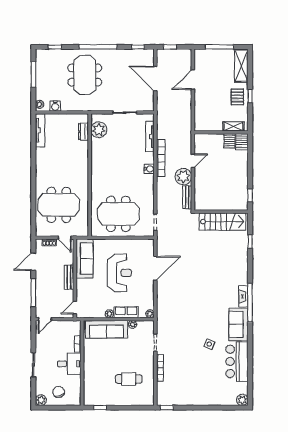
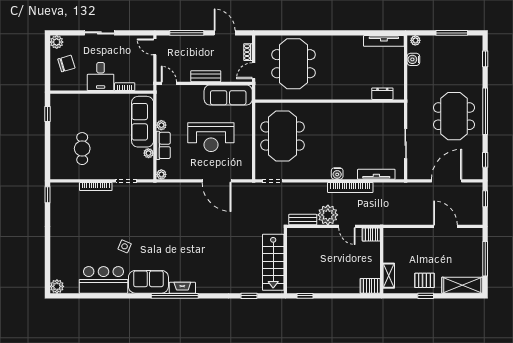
meeting table: (85, 75) -> (454, 116), moved, turned 90
plant: (99, 130) -> (385, 112), removed
server rack: (229, 141) -> (371, 235), moved

